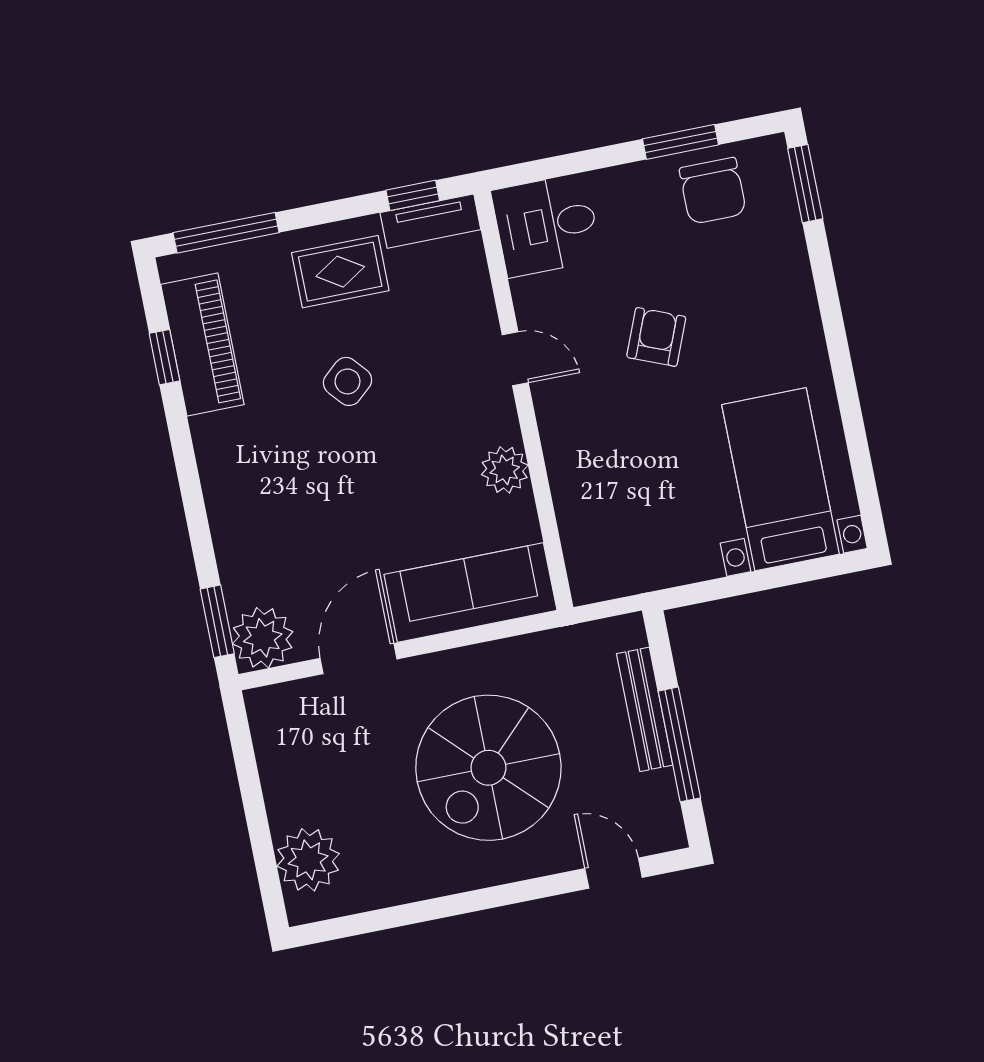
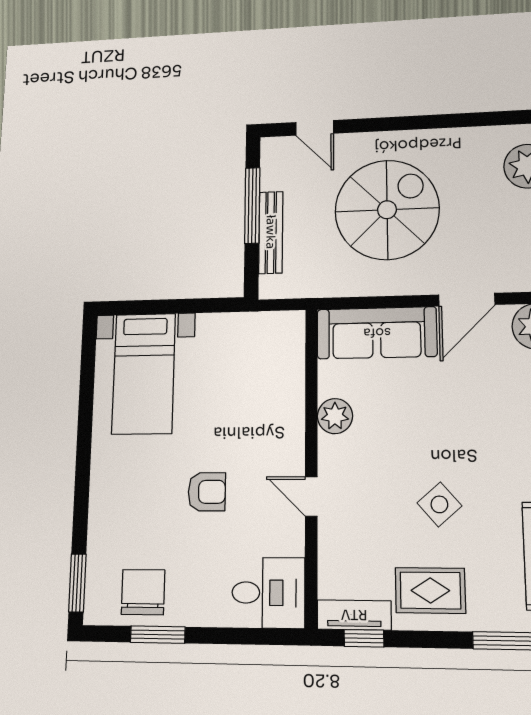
armchair: (656, 337) -> (207, 492), turned -112

